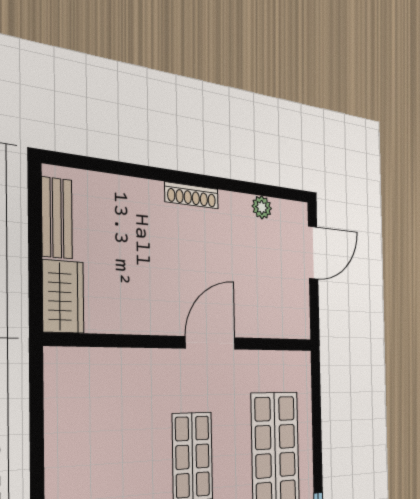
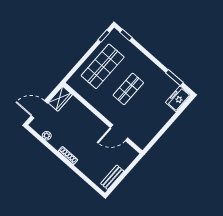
wardrobe: (63, 297) -> (60, 99), moved, turned 180
door: (211, 343) -> (119, 133), moved

